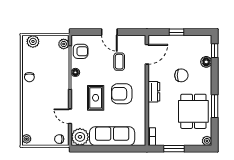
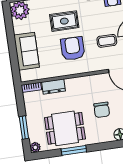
dresser: (154, 92) -> (53, 87), moved
sofa: (112, 136) -> (27, 51), width x0.73
window: (174, 149) -> (24, 127), moved

